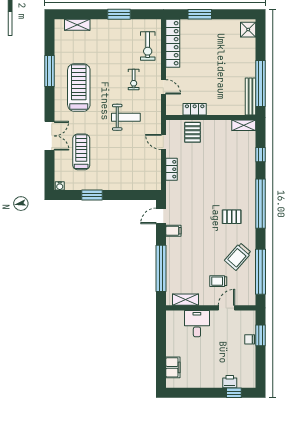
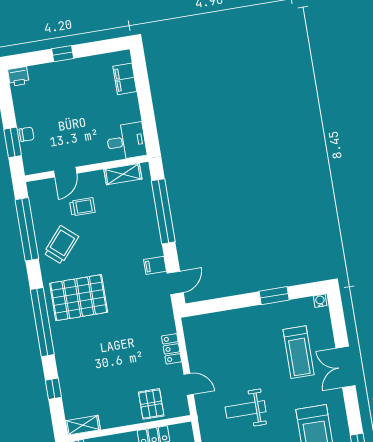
pallet: (232, 217) -> (79, 298), width x2.05, depth x2.00
desk: (197, 324) -> (126, 141), moved, turned -90
printer: (230, 382) -> (18, 76), moved
window: (234, 393) -> (63, 54), moved

